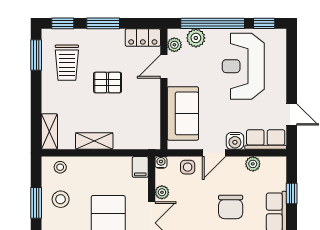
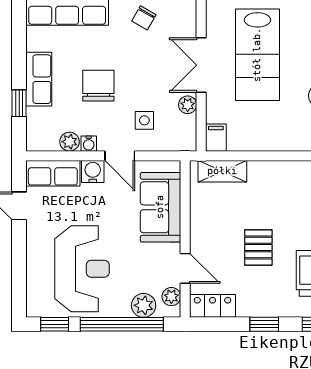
window: (103, 23) -> (264, 324), width x0.67
door: (164, 66) -> (185, 268), hinge flipped
pallet: (108, 83) -> (258, 247), turned 90
shelving: (94, 141) -> (222, 171), moved
door: (214, 153) -> (120, 156), swing flipped
water cooler: (161, 162) -> (89, 144), moved
side table: (188, 167) -> (144, 120), moved

